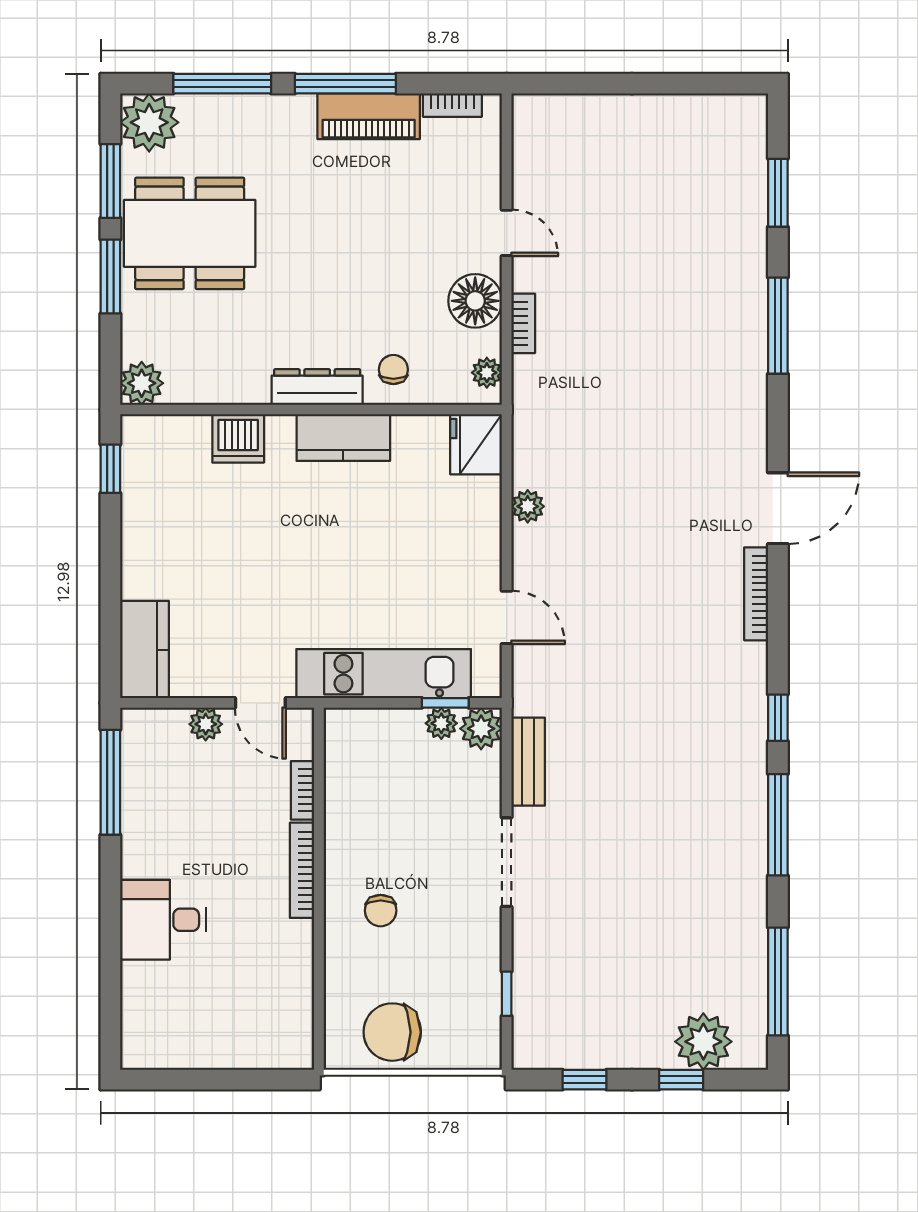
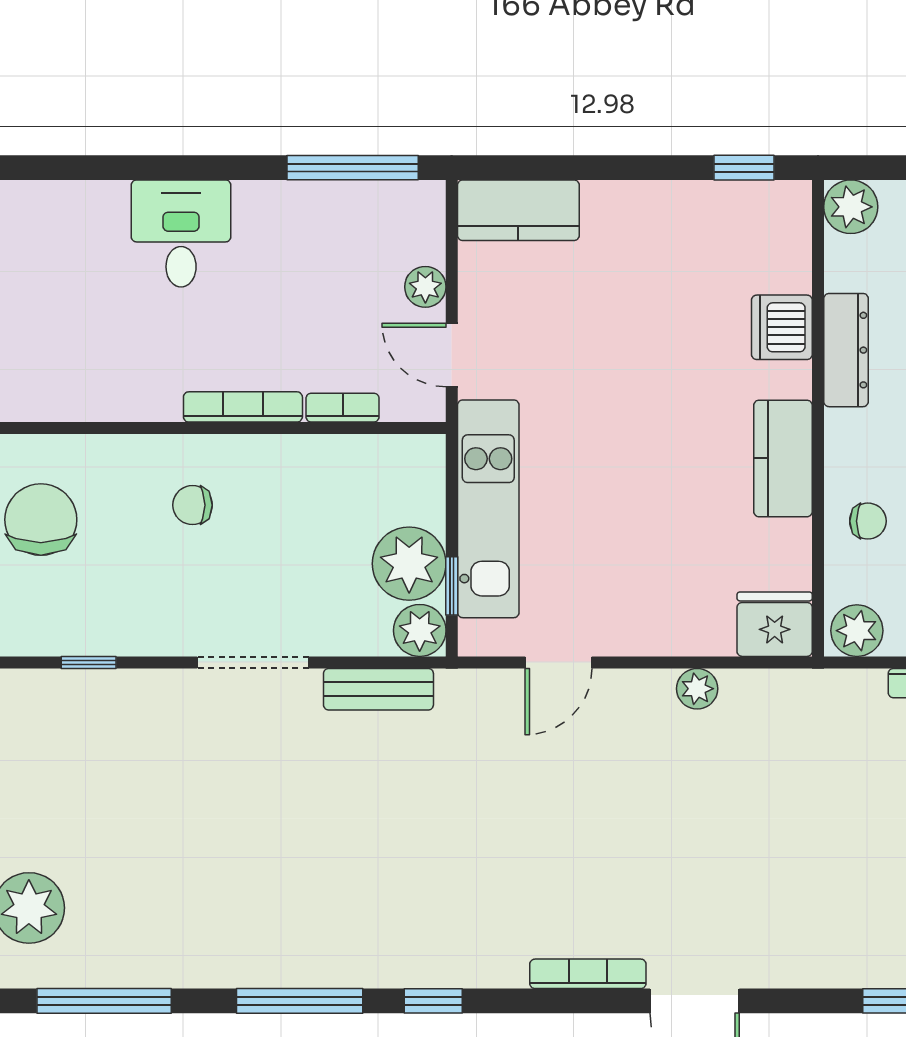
plant: (487, 373) -> (857, 631), width x1.38, depth x1.38
dresser: (317, 387) -> (846, 350), moved
door: (260, 703) -> (452, 355), hinge flipped
plant: (441, 723) -> (409, 564), width x1.88, depth x1.88

